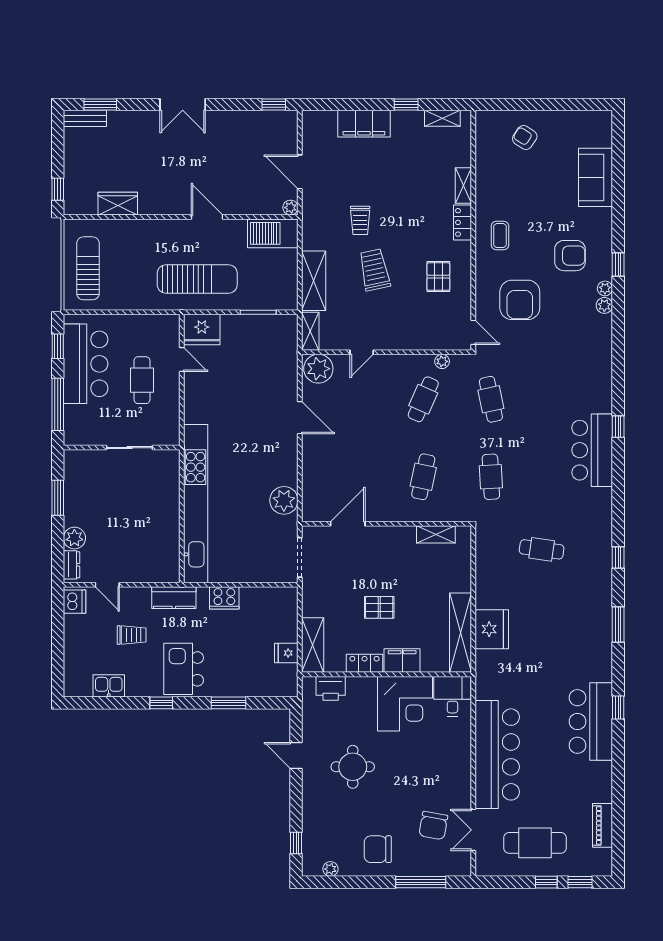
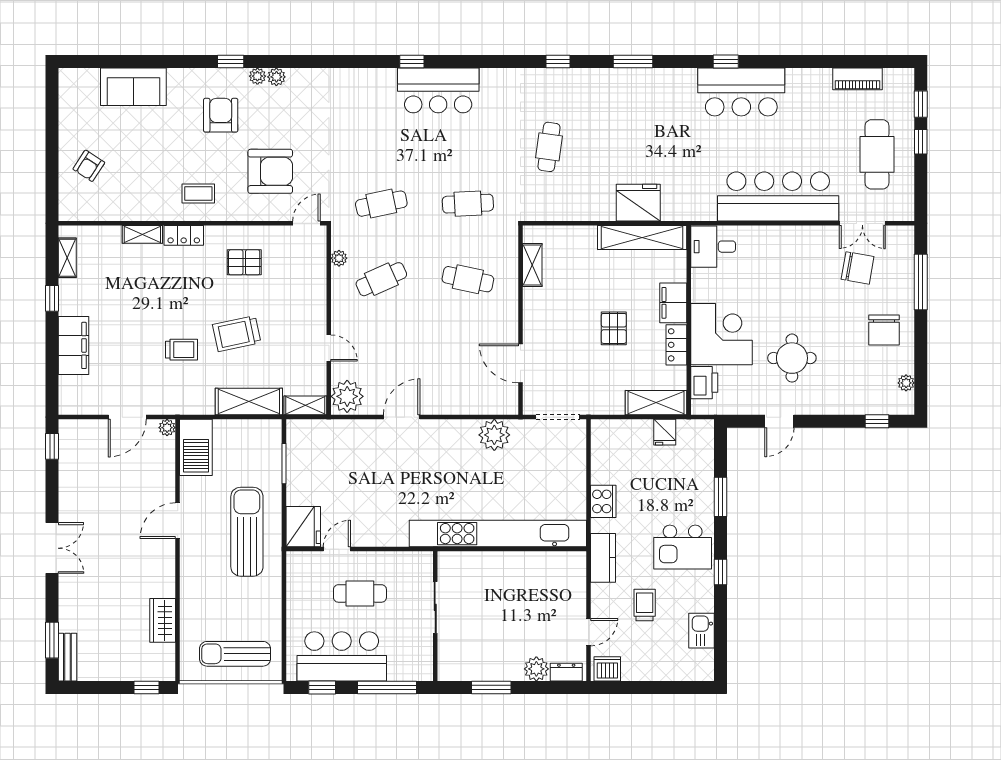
cafe table: (423, 399) -> (381, 279), turned -48
corner desk: (405, 704) -> (721, 334), moved

